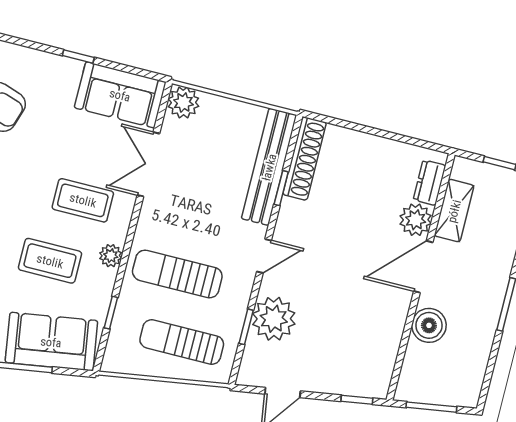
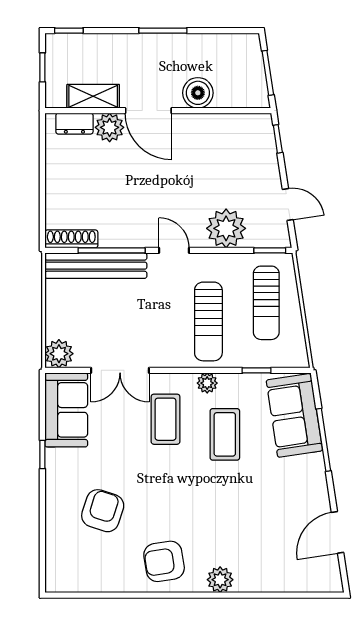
shoe rack: (305, 158) -> (71, 239), width x0.74, depth x0.81
window: (281, 188) -> (112, 250), width x2.17
window: (246, 327) -> (270, 250), moved

